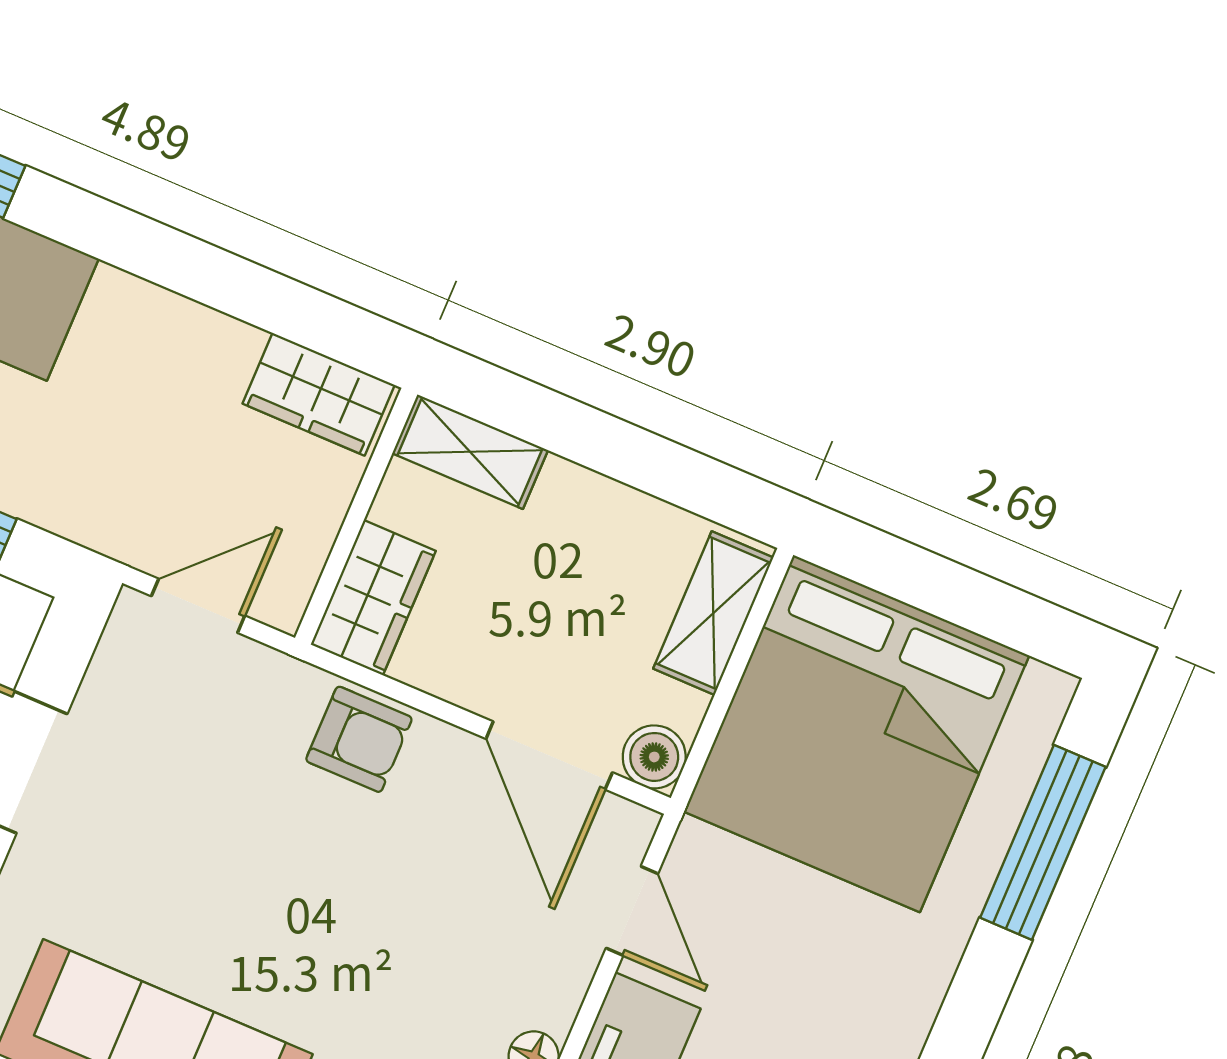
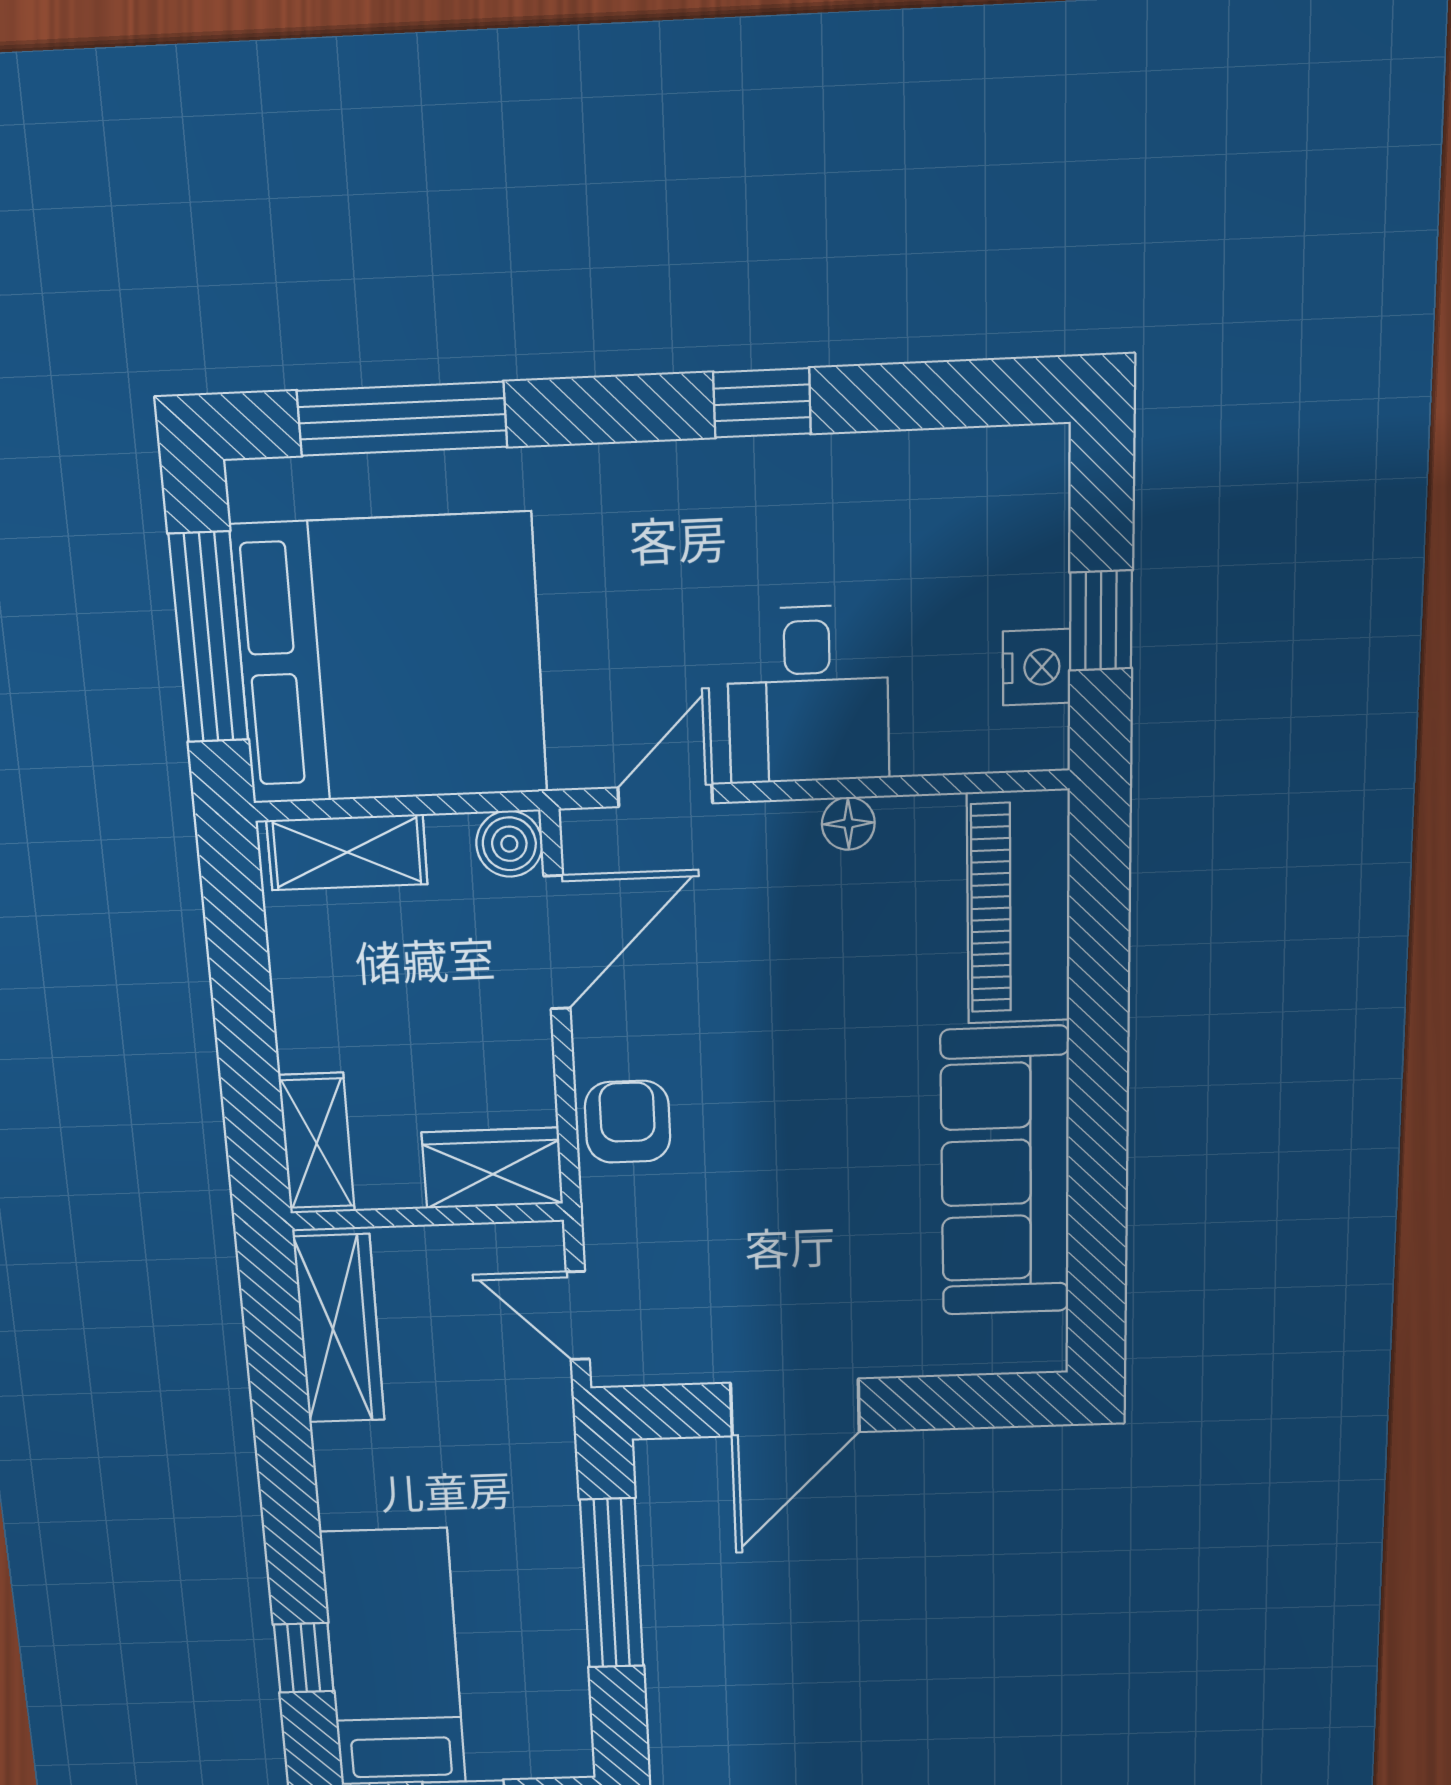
wardrobe: (319, 394) -> (339, 1329), width x1.50
window: (947, 590) -> (209, 638), added

